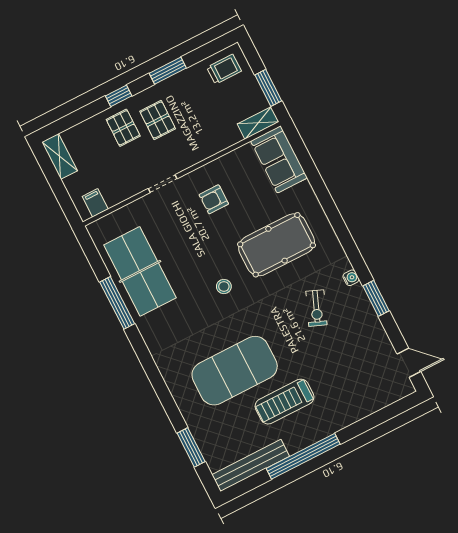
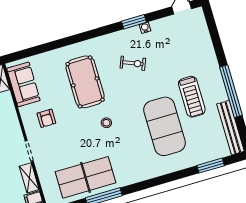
sofa: (279, 159) -> (23, 84), moved, turned -90
shelving: (124, 191) -> (29, 178), added
water cooler: (351, 278) -> (145, 28), moved

